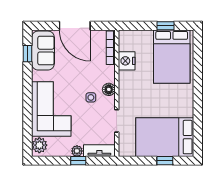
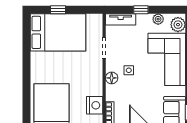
plant: (77, 151) -> (158, 19), moved

